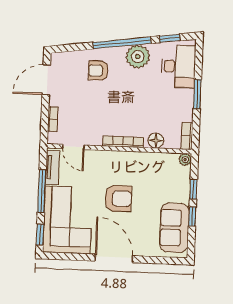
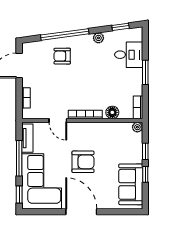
window: (122, 43) -> (65, 34), moved
plant: (138, 57) -> (98, 38), width x0.53, depth x0.53
desk: (178, 66) -> (129, 55), width x0.73
door: (73, 147) -> (58, 120), moved

